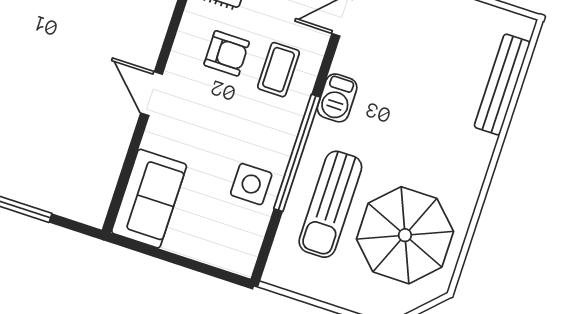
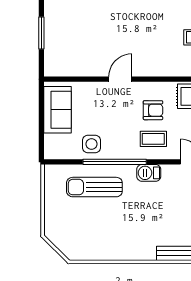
armchair: (227, 53) -> (153, 110), turned -90
sofa: (149, 199) -> (57, 110), moved, turned -90
parasol: (405, 235) -> (91, 229), removed

